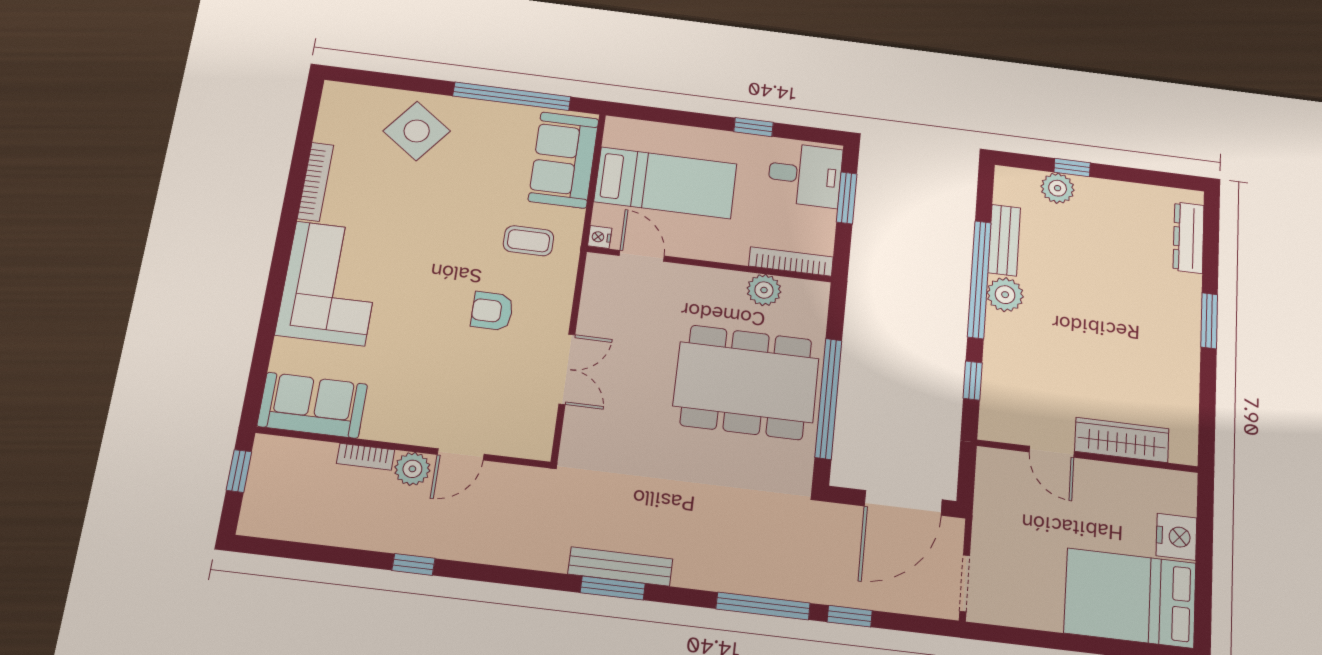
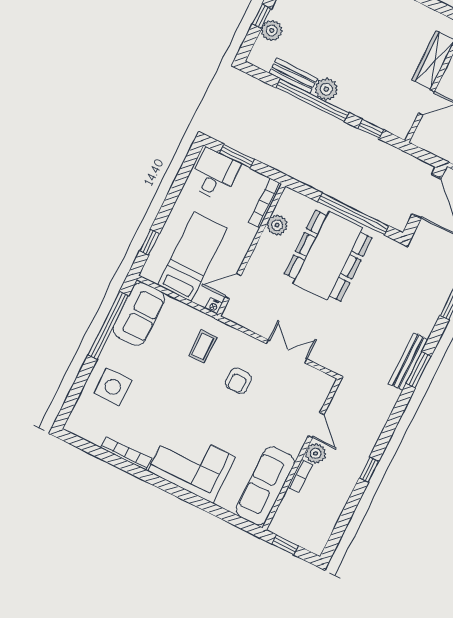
window: (753, 127) -> (150, 242), moved
side table: (417, 131) -> (113, 387), turned -37
sofa: (564, 160) -> (139, 314), moved, turned -90
sofa: (312, 405) -> (265, 486), width x1.36

